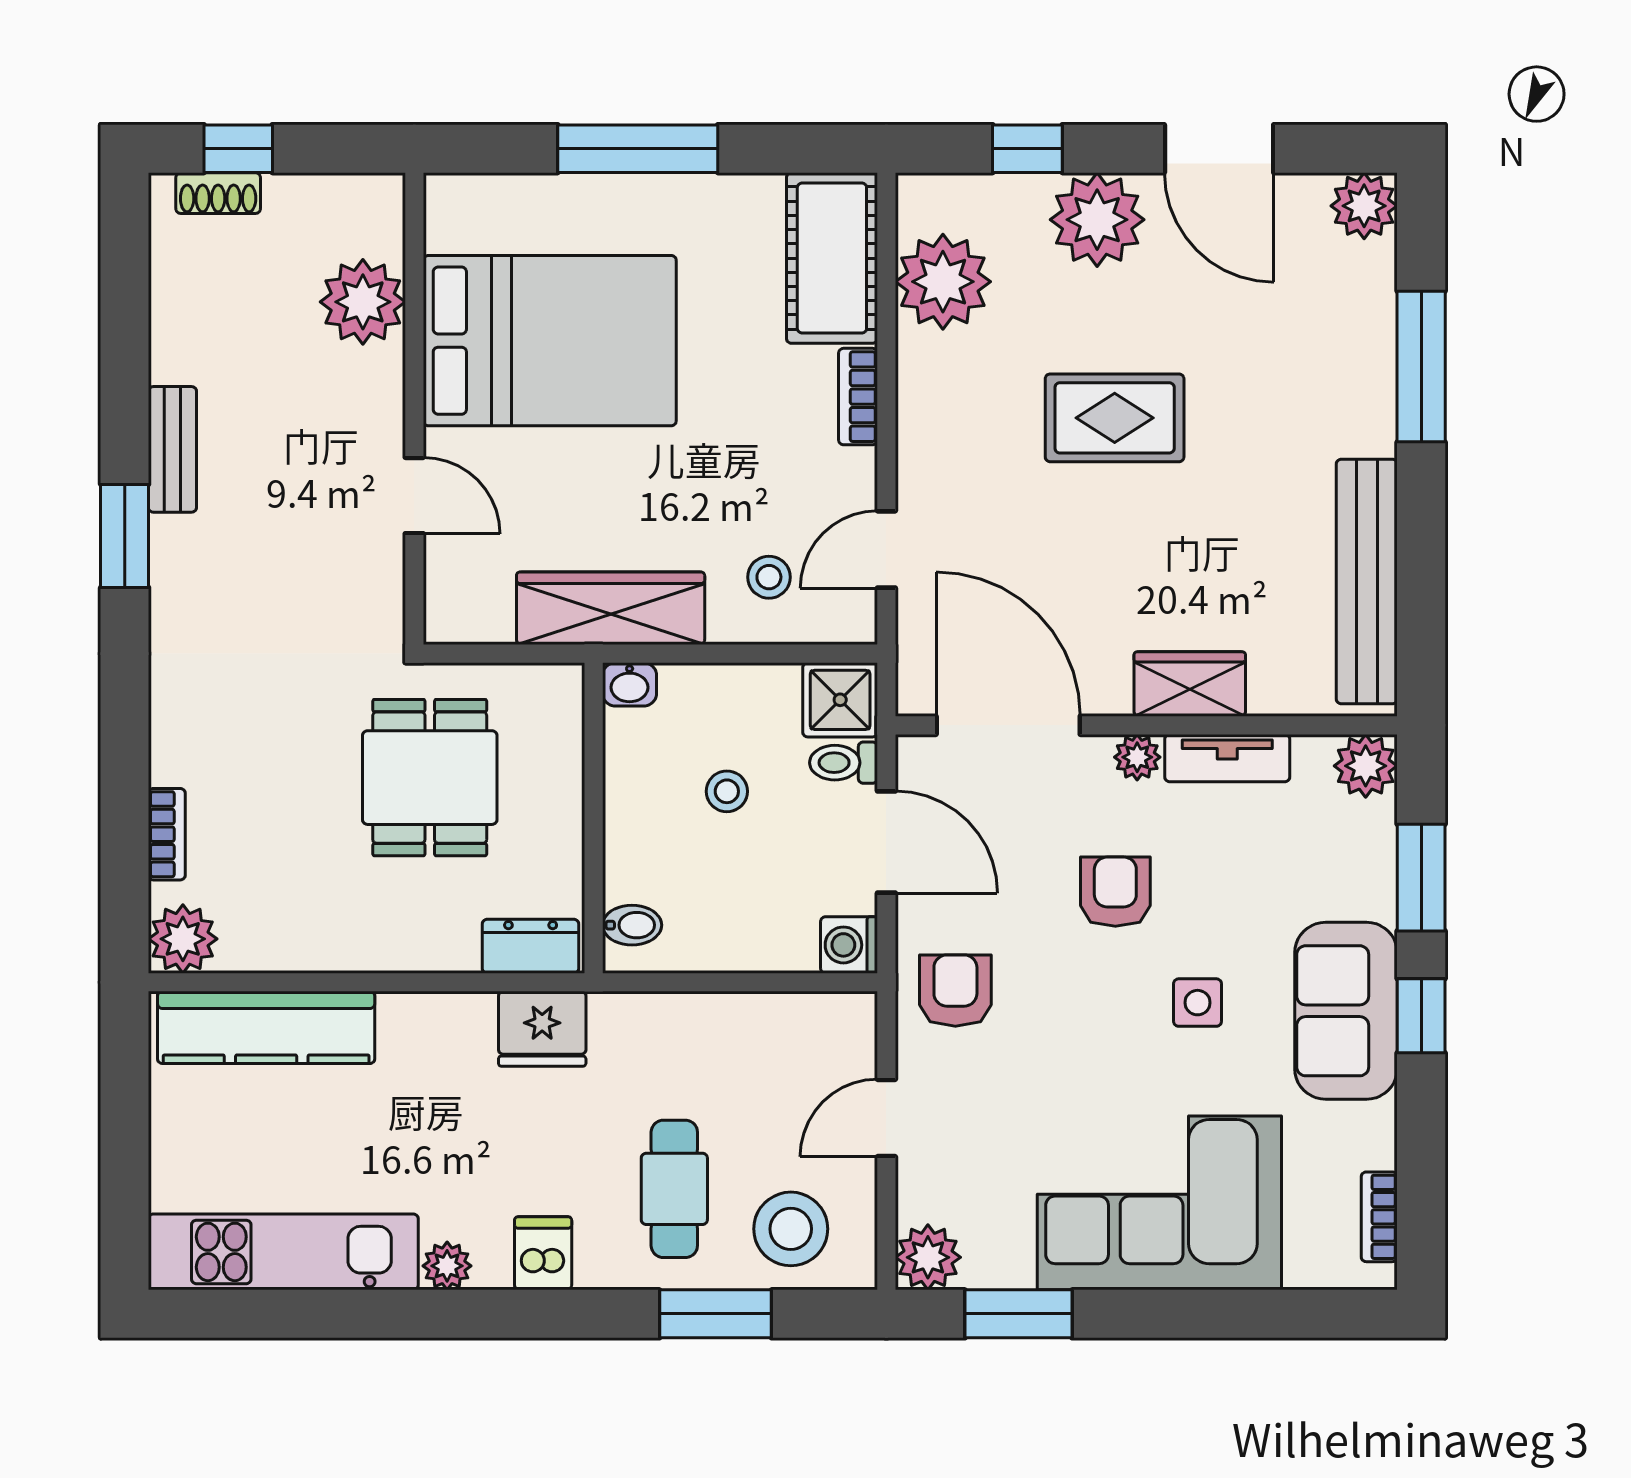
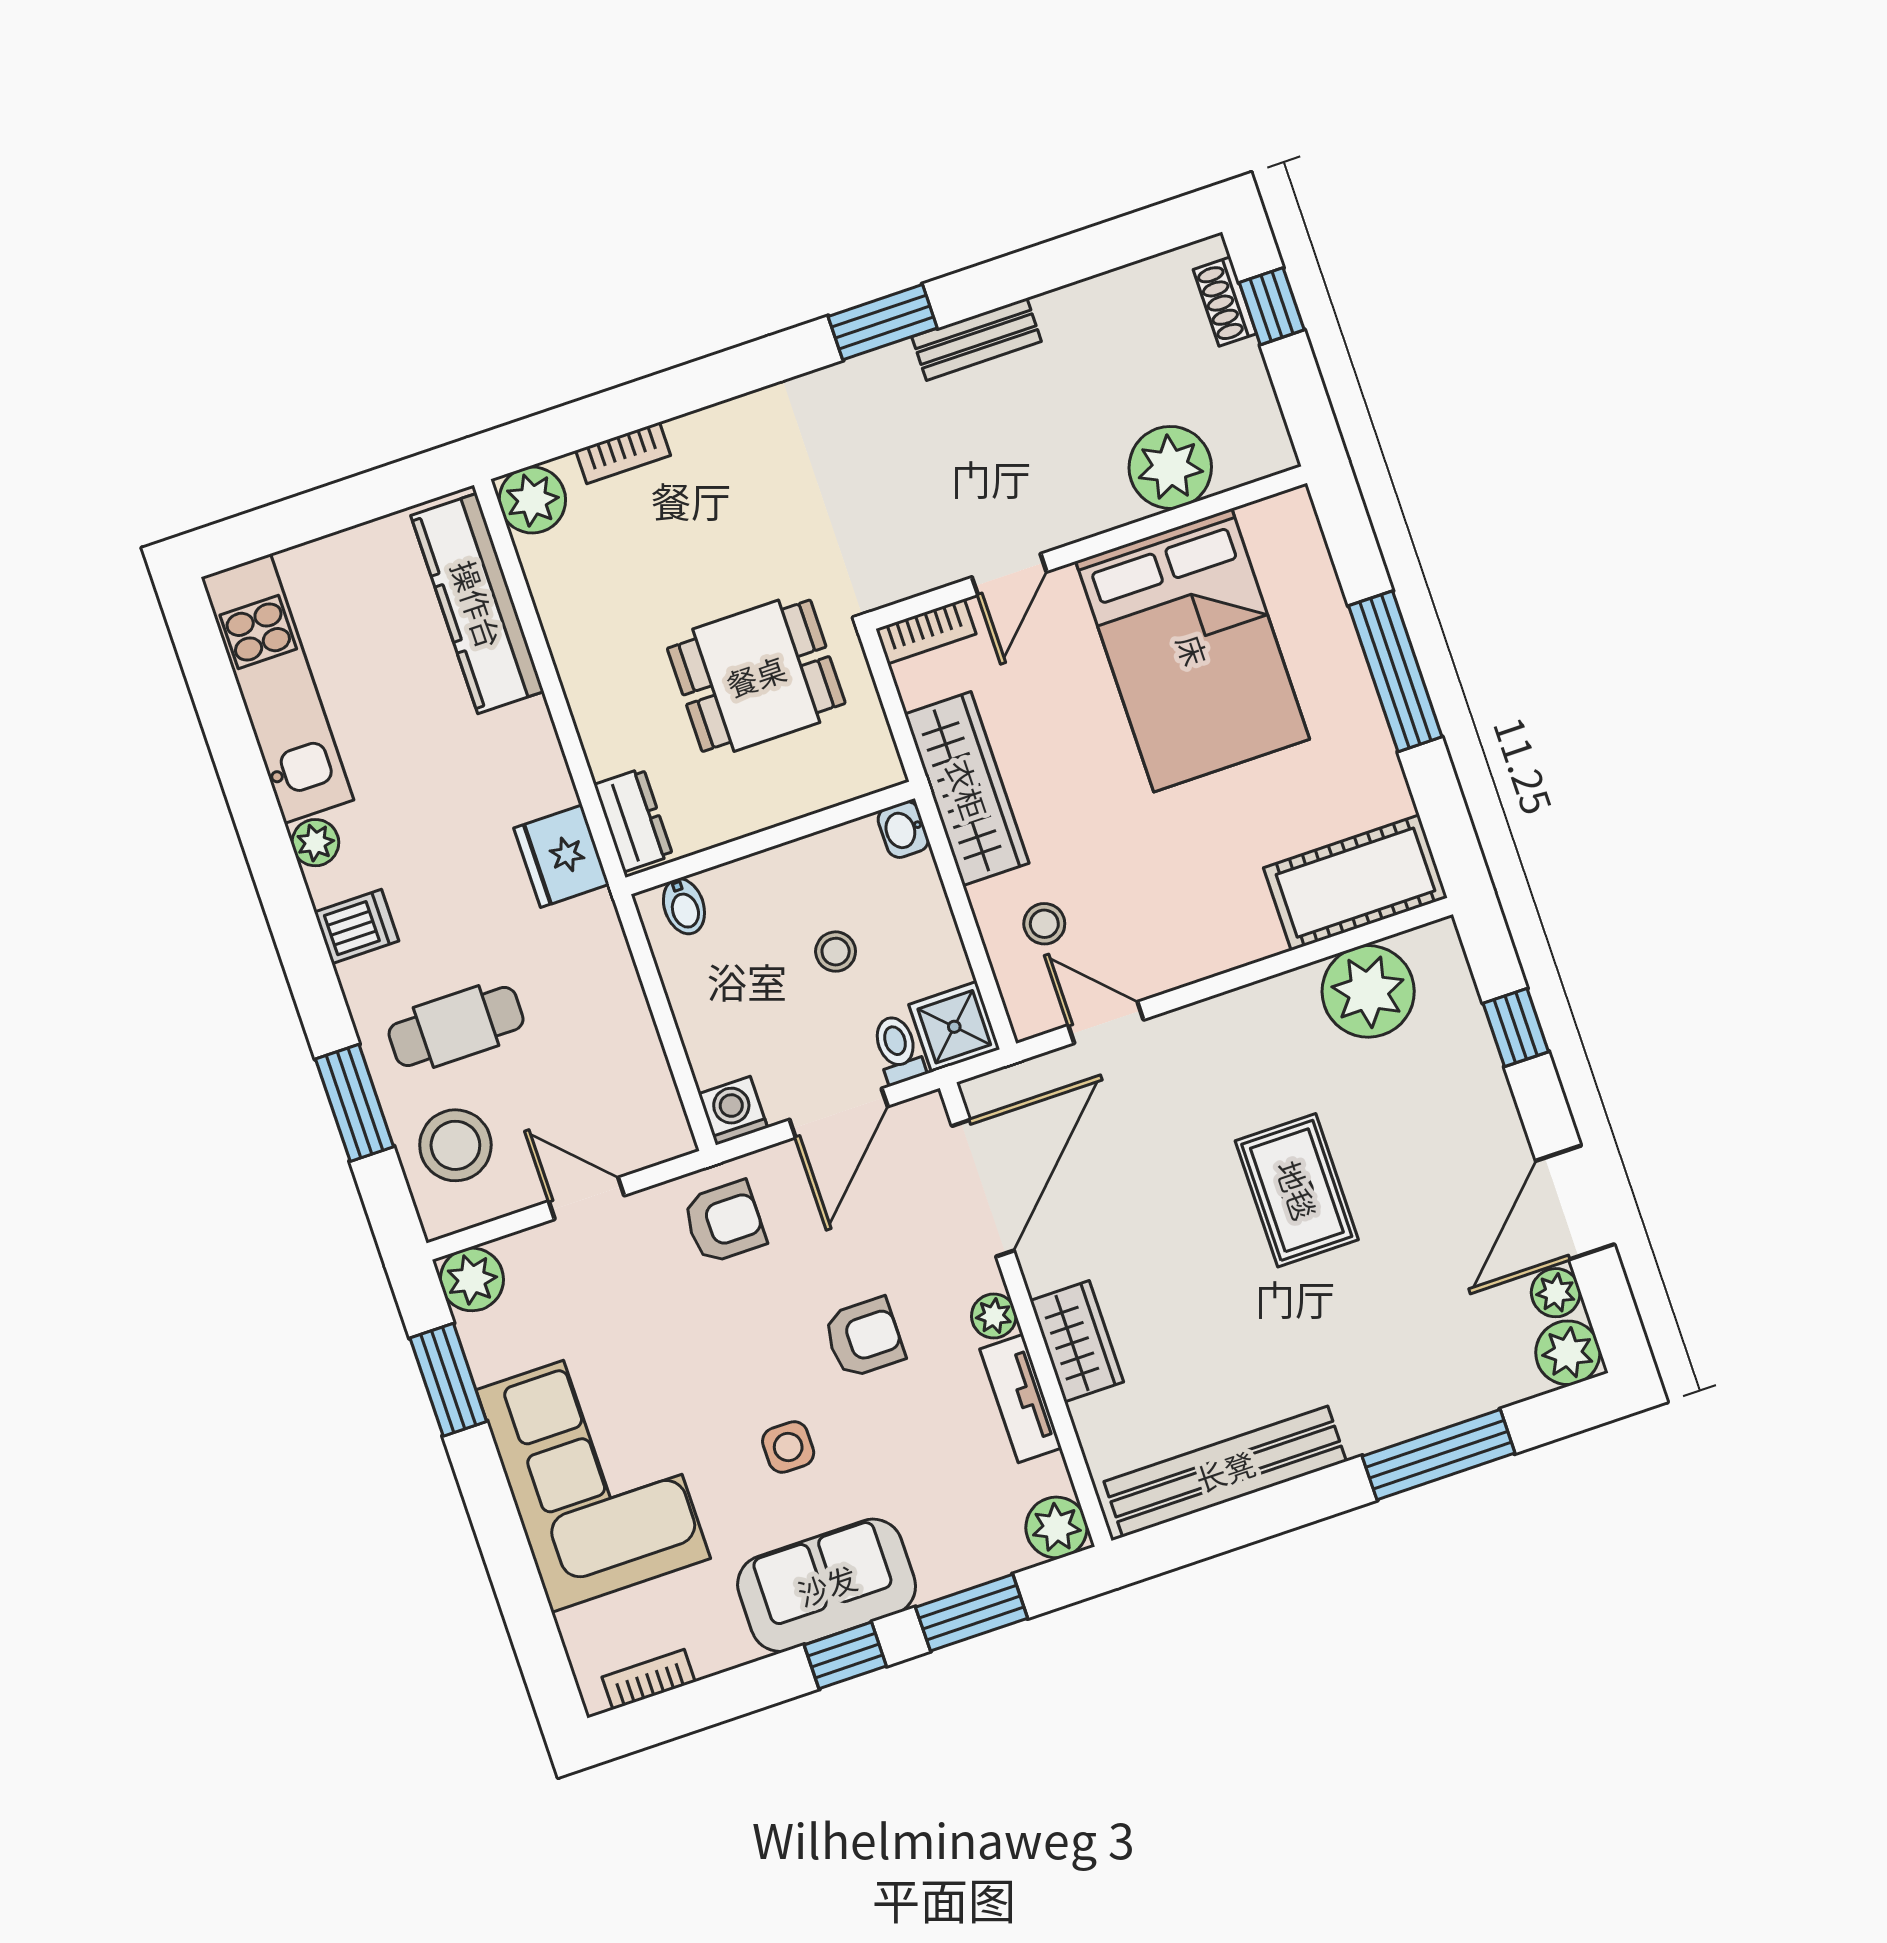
plant: (1097, 220) -> (1556, 1293), moved, width x0.53, depth x0.53
bookcase: (858, 397) -> (926, 631), moved, turned 180

